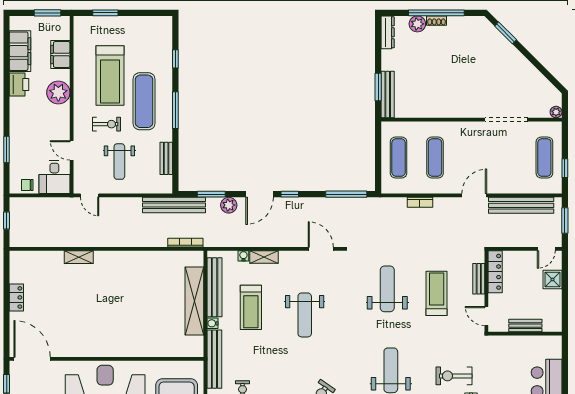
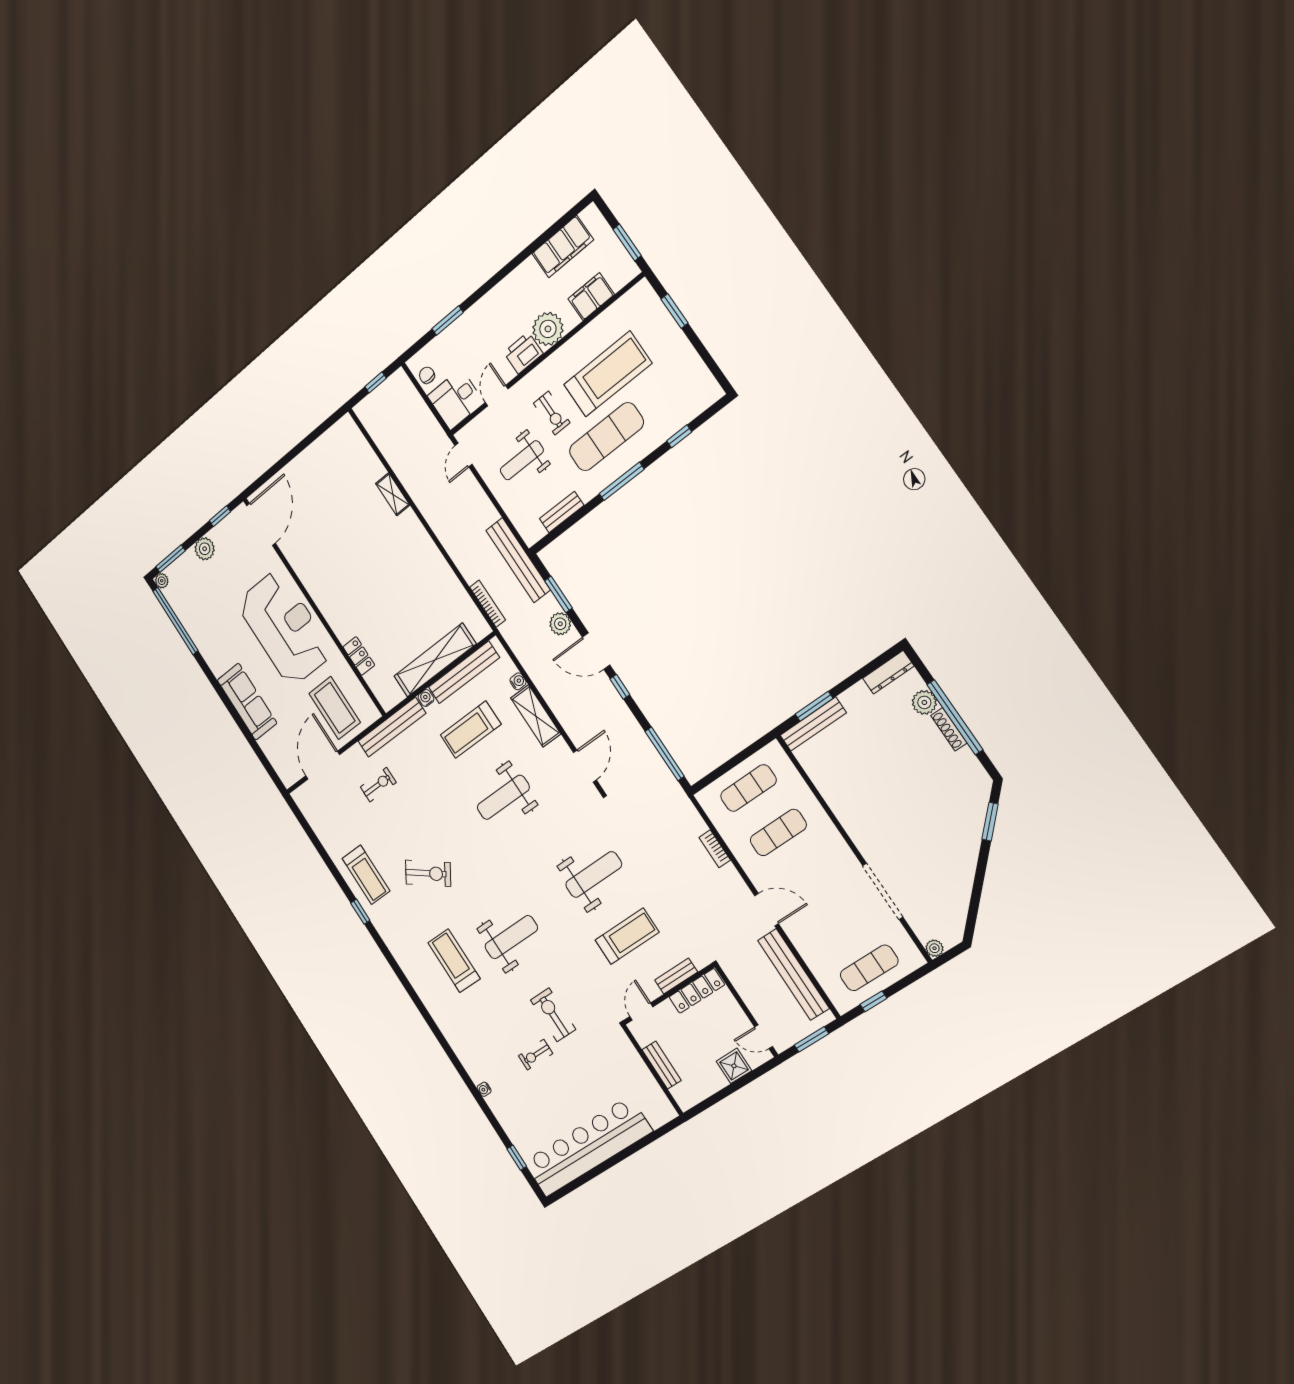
shoe rack: (437, 21) -> (949, 729), width x1.43
treadmill: (110, 76) -> (608, 374), turned 180
printer: (19, 84) -> (523, 353), moved, turned 180
shelving: (264, 257) -> (536, 716), width x1.50, depth x1.33
locker: (16, 297) -> (359, 656), moved, turned -90

